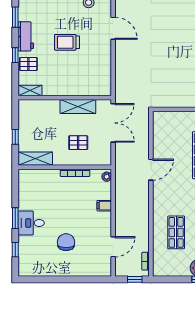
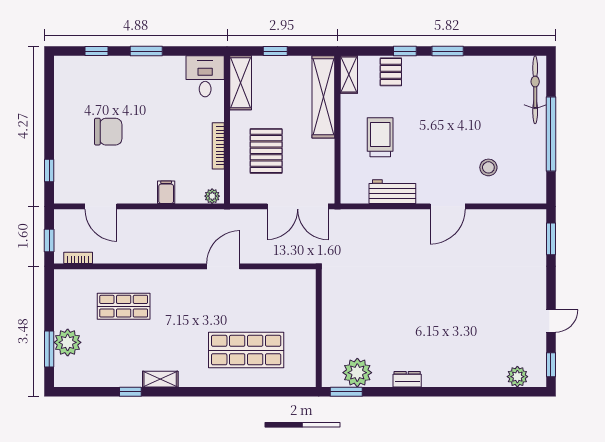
window: (15, 17) -> (448, 51), moved
workbench: (26, 36) -> (392, 192), moved, turned 180
trolley: (67, 42) -> (380, 137), moved
shelving: (78, 106) -> (323, 97), moved, width x1.47
pallet: (78, 143) -> (266, 151), width x1.50, depth x1.42
door: (151, 170) -> (223, 266), swing flipped
desk: (31, 223) -> (205, 76), moved
window: (91, 279) -> (49, 170), added

